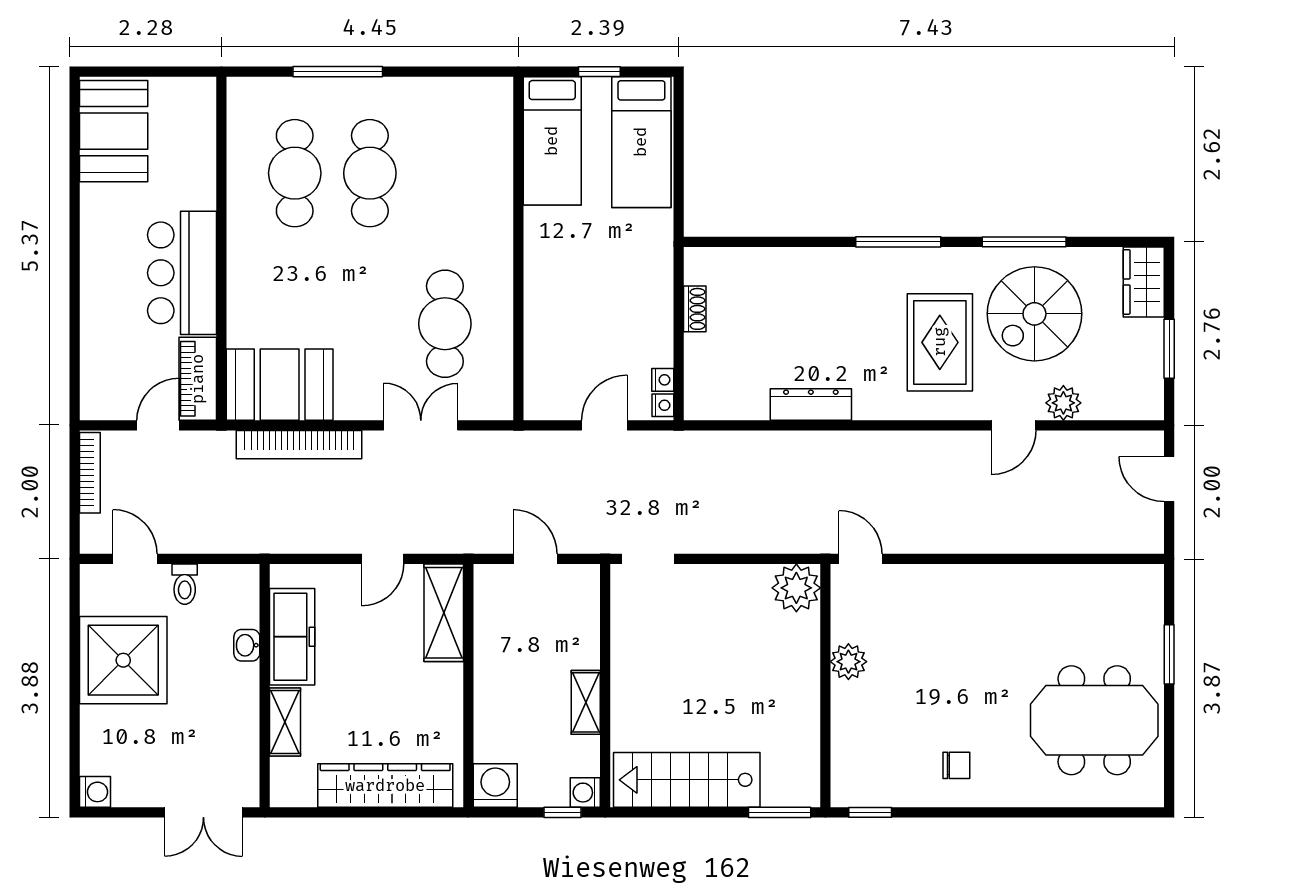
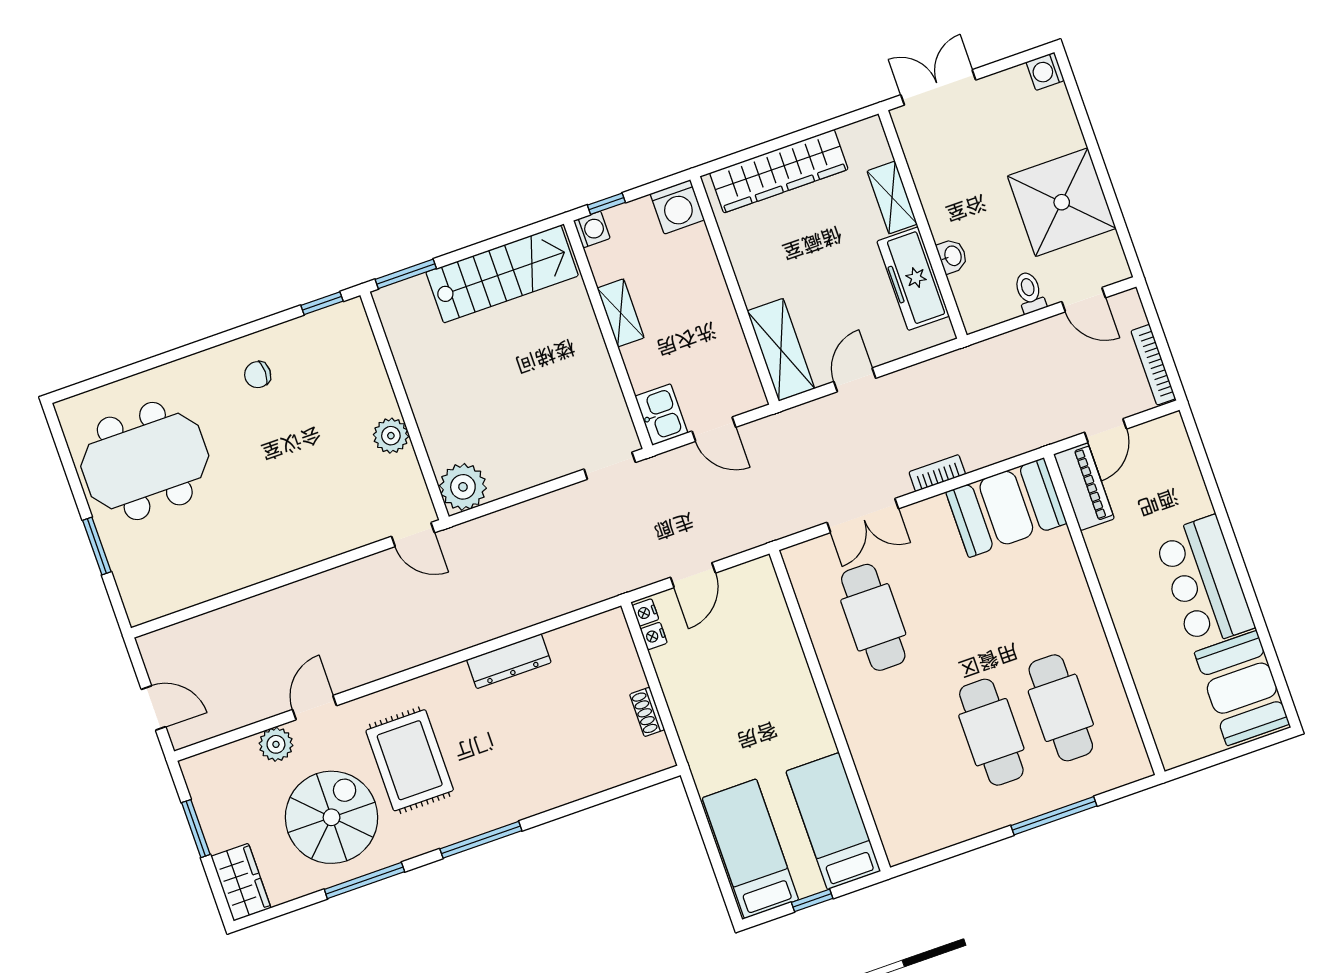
bar counter: (182, 273) -> (1204, 582), moved, turned 180
bookcase: (299, 445) -> (937, 473), width x0.43, depth x0.76
kitchen sink: (581, 591) -> (661, 415), added

